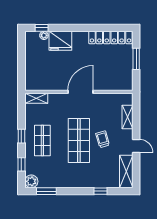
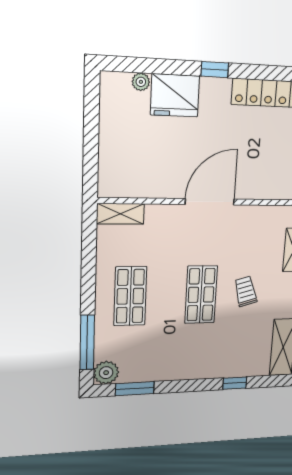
window: (42, 28) -> (215, 70), moved
window: (21, 136) -> (88, 289), removed
shop shelf: (79, 141) -> (201, 295), width x0.70, depth x0.74
window: (21, 164) -> (87, 342), width x2.17

